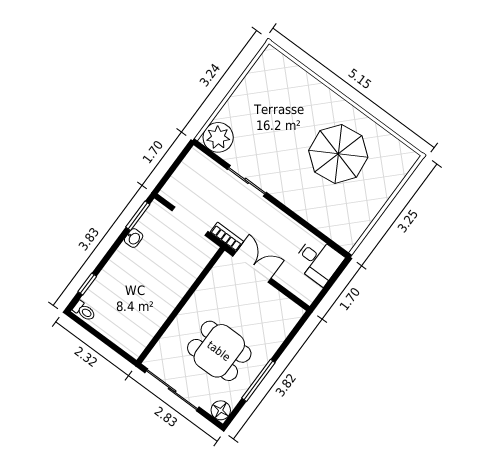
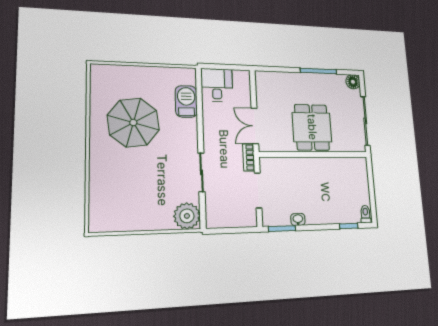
barbecue: (323, 218) -> (186, 101), added
dining table: (219, 351) -> (312, 127), moved

